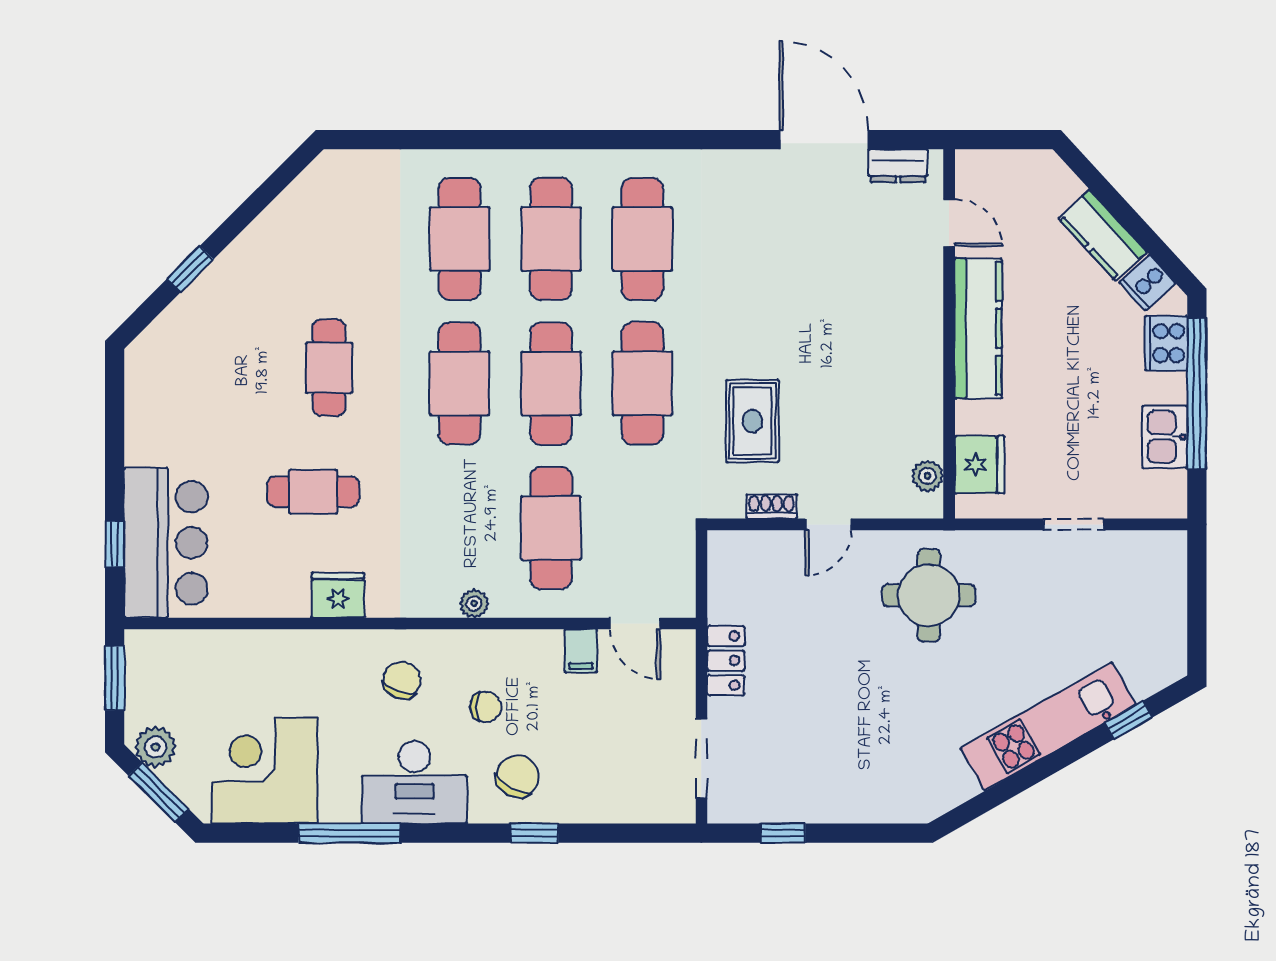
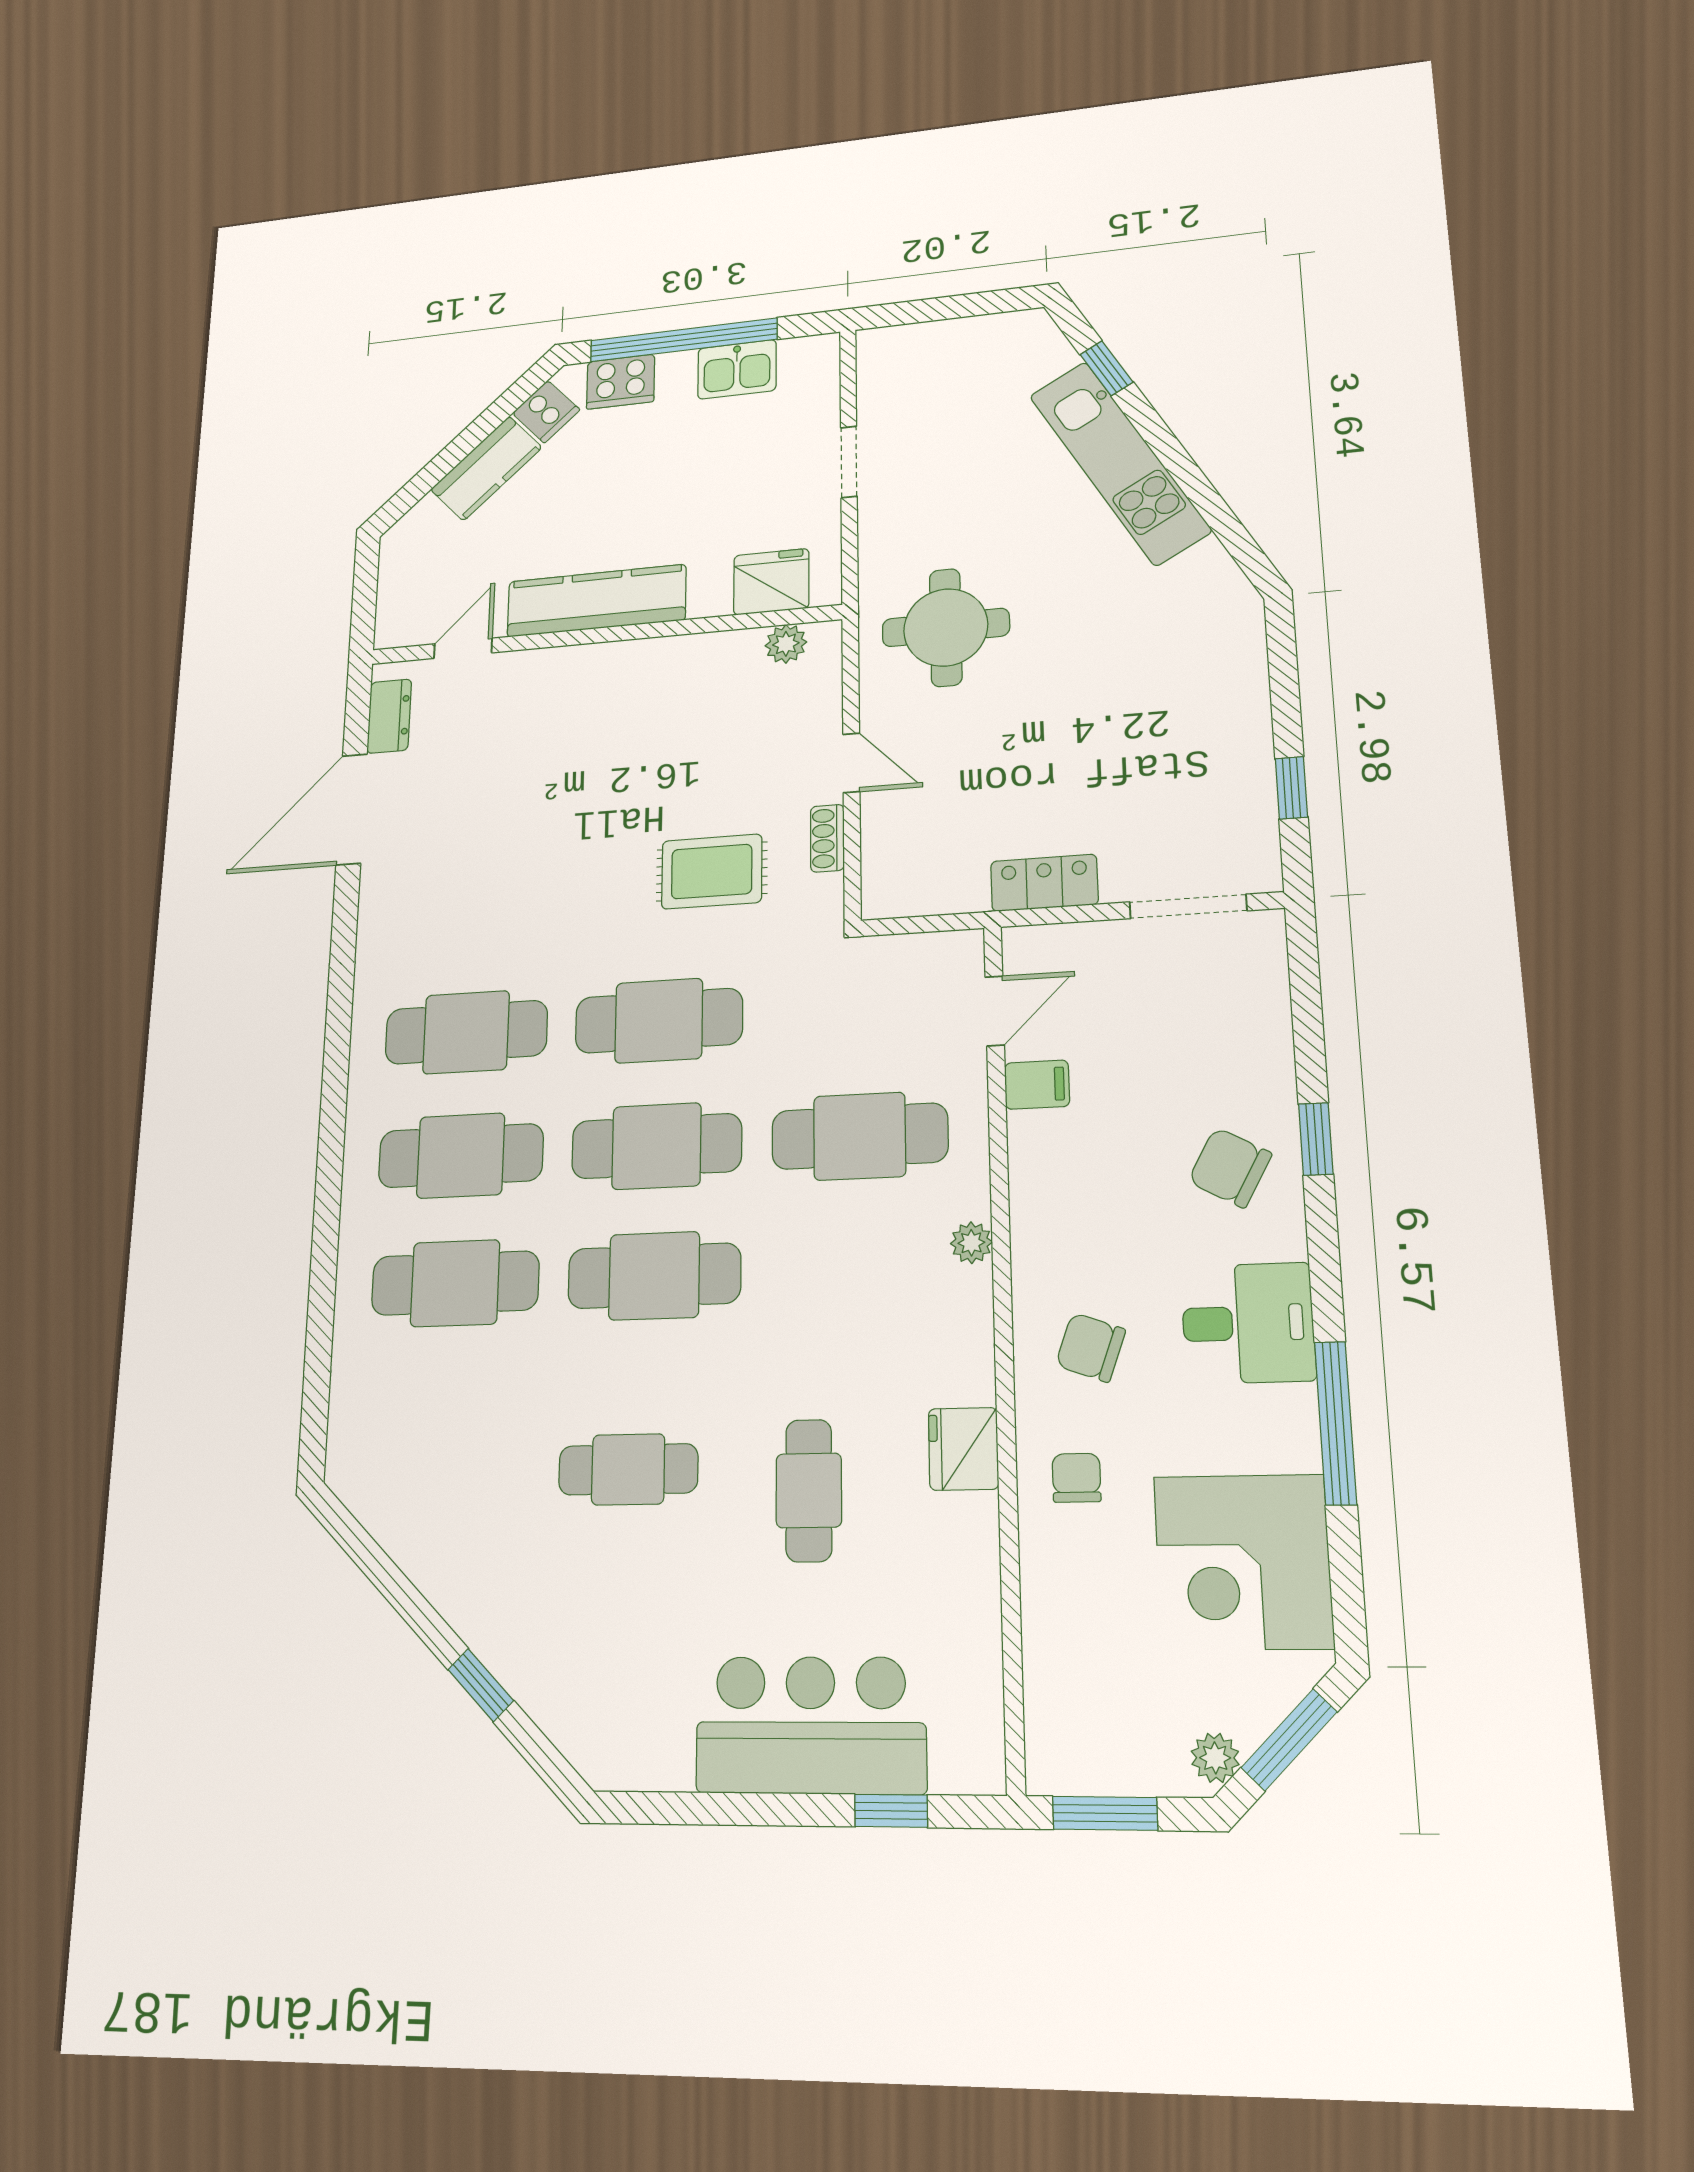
bar counter: (166, 543) -> (810, 1725), moved
chair: (486, 707) -> (1076, 1478), moved
plant: (155, 747) -> (1215, 1758), width x0.73, depth x0.73
desk: (414, 782) -> (1248, 1323), width x0.73

